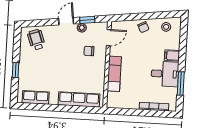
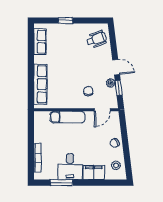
door: (109, 38) -> (102, 110), hinge flipped
filing cabinet: (172, 55) -> (94, 173), width x2.00

